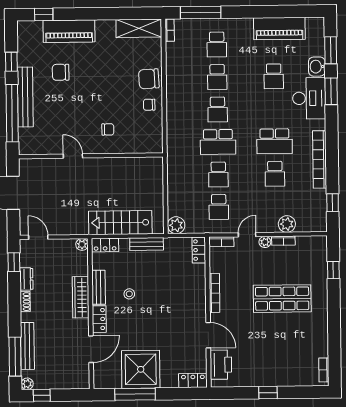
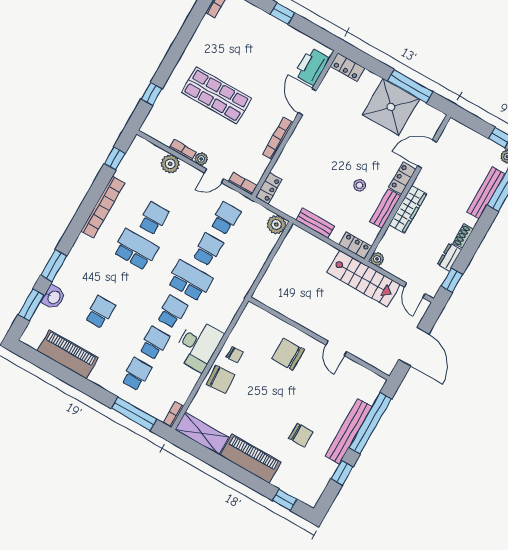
piano: (69, 31) -> (251, 459), moved
desk: (309, 98) -> (198, 345), moved, turned 180
chair: (108, 129) -> (288, 354), width x1.87, depth x1.87
stairs: (120, 223) -> (363, 278), moved

